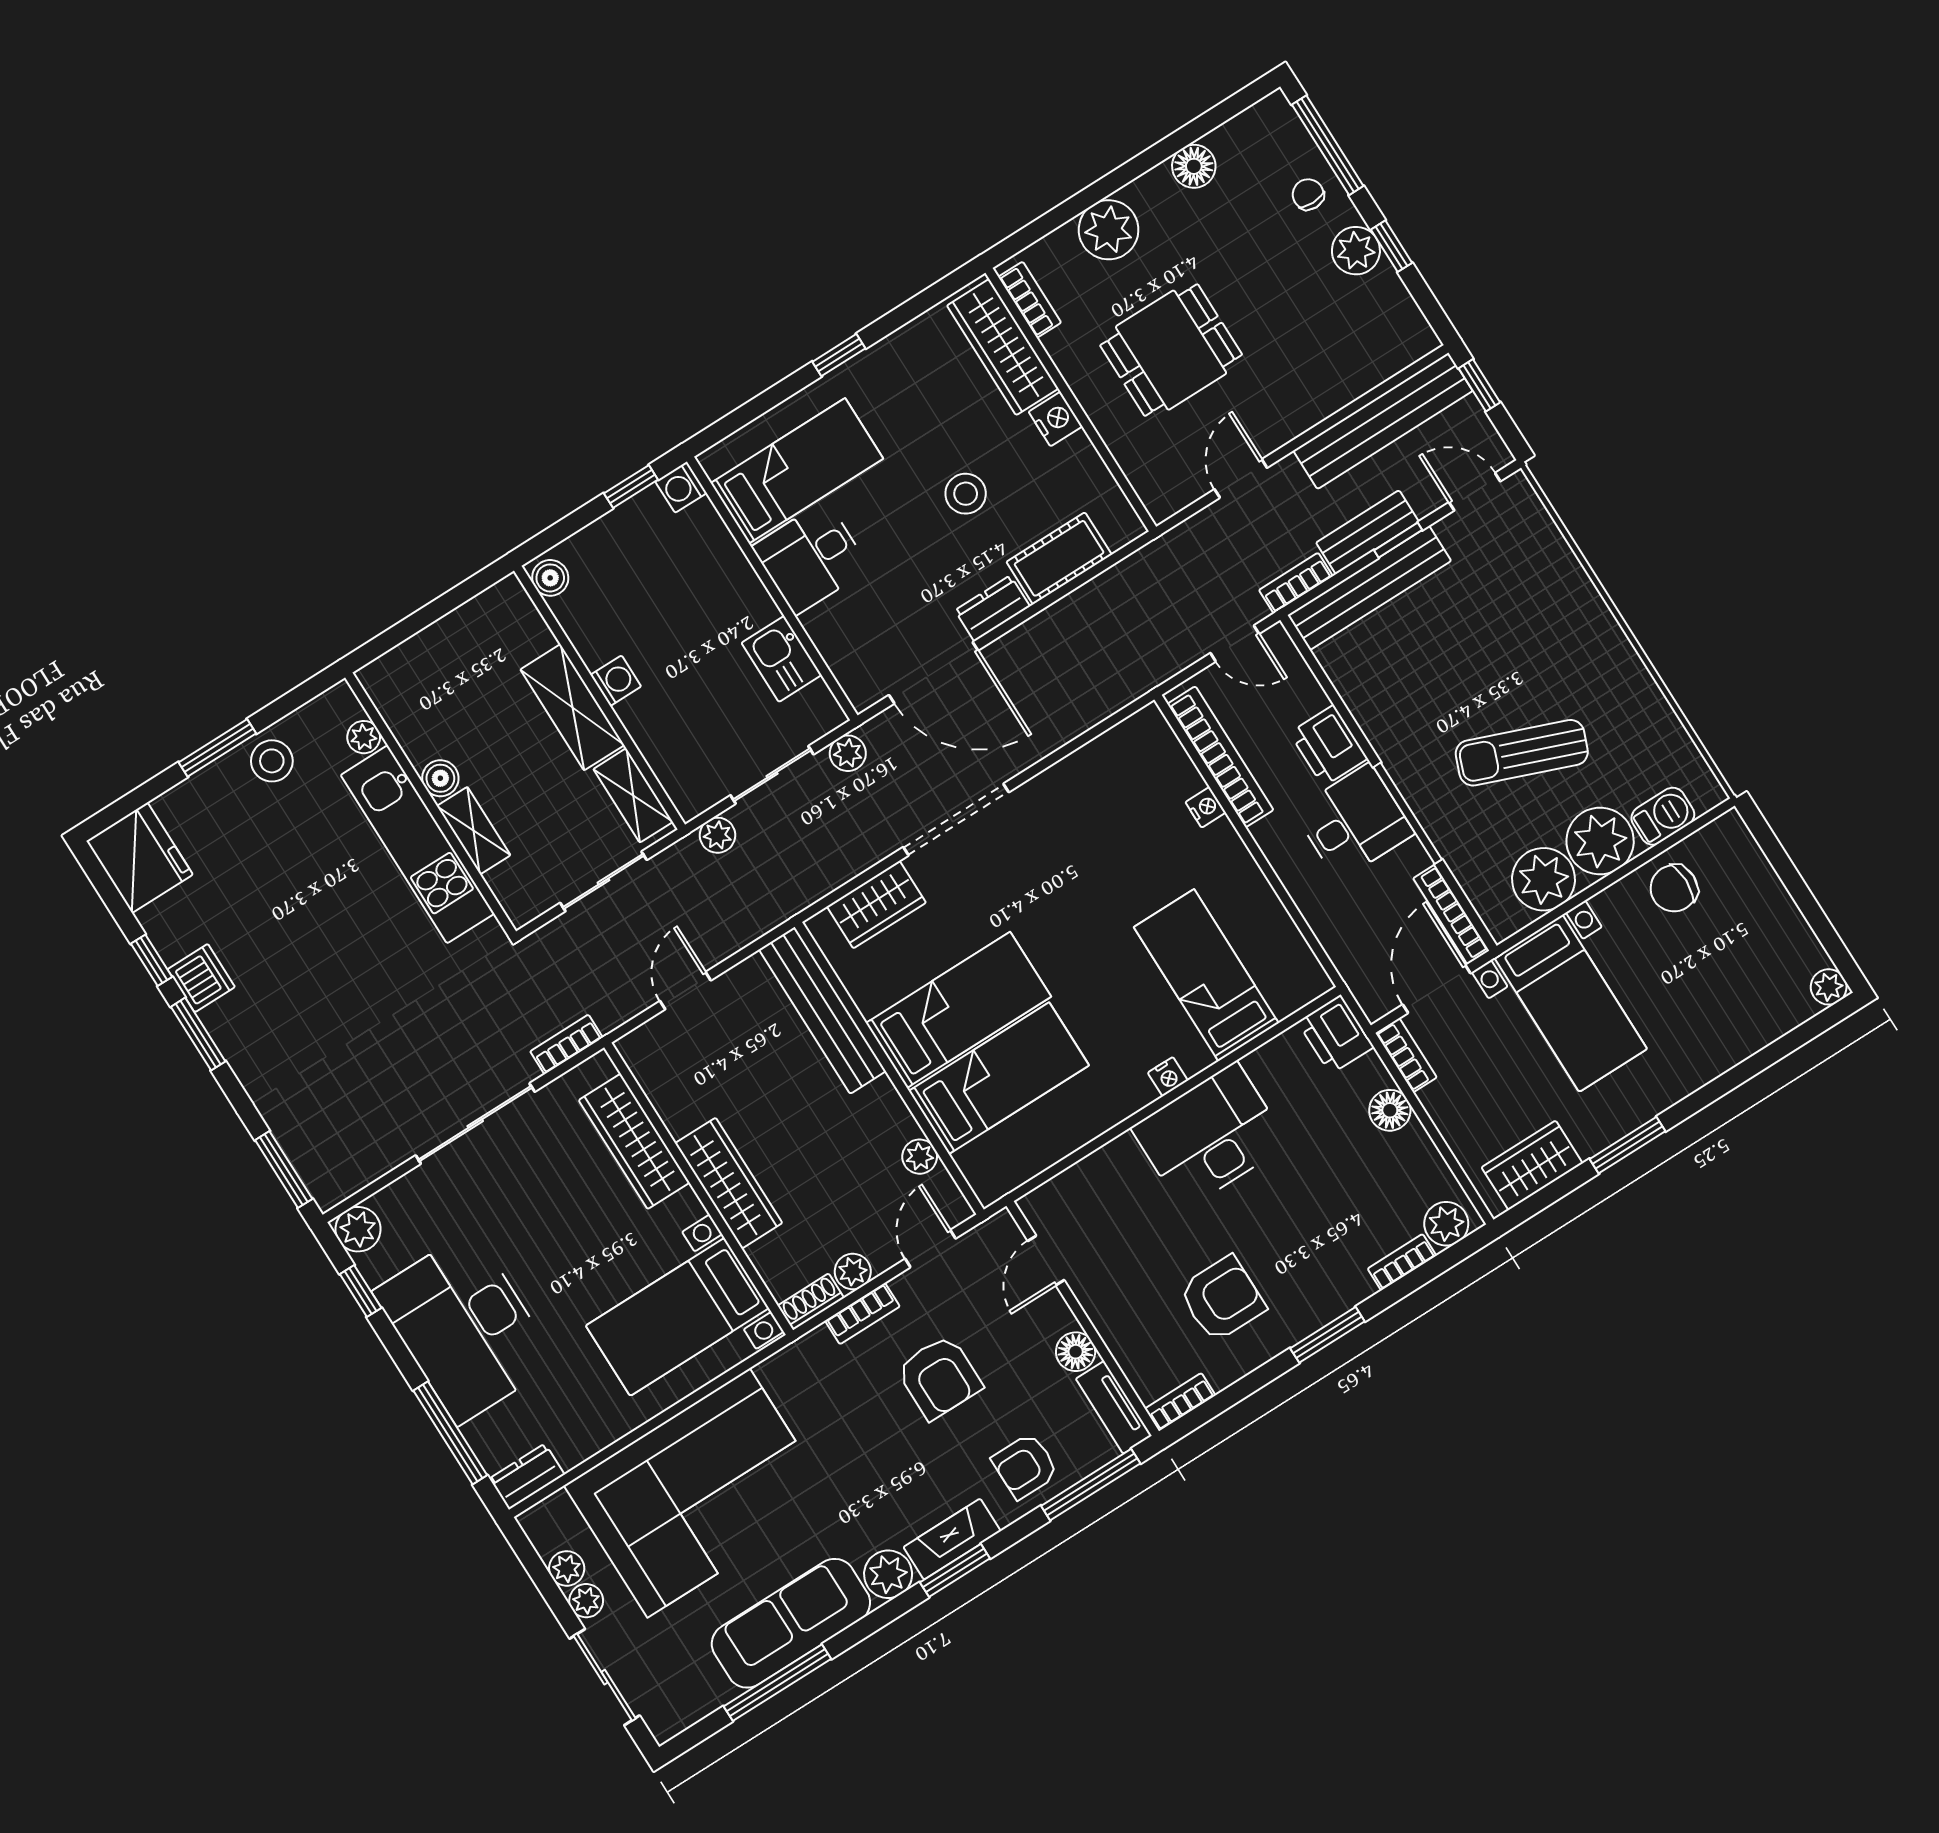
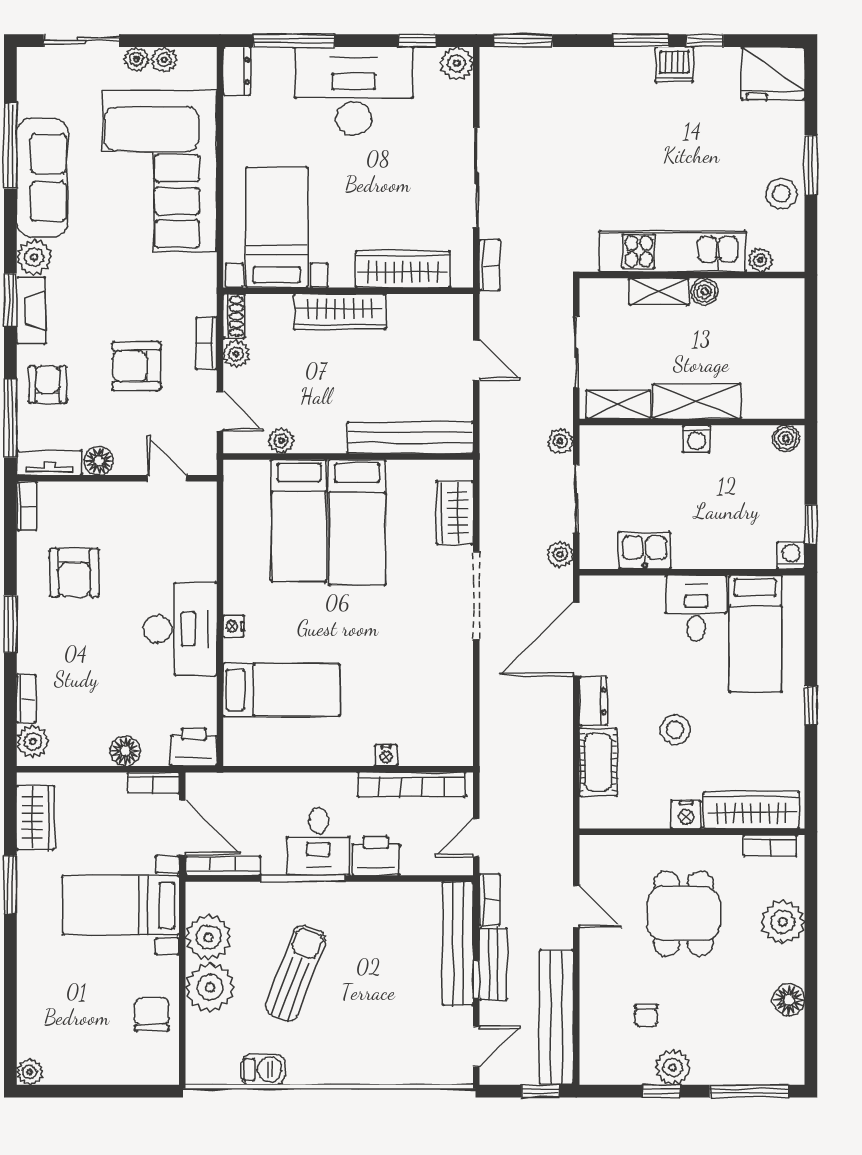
chair: (1308, 194) -> (646, 1015), moved, turned 90
barbecue: (1663, 816) -> (263, 1070), moved, turned -90

